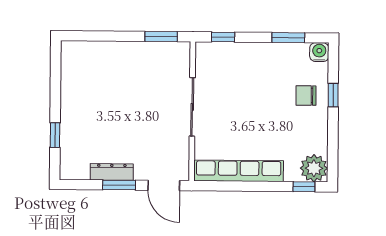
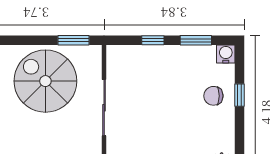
window: (223, 37) -> (153, 40), moved
spiral stairs: (132, 79) -> (45, 81), added

